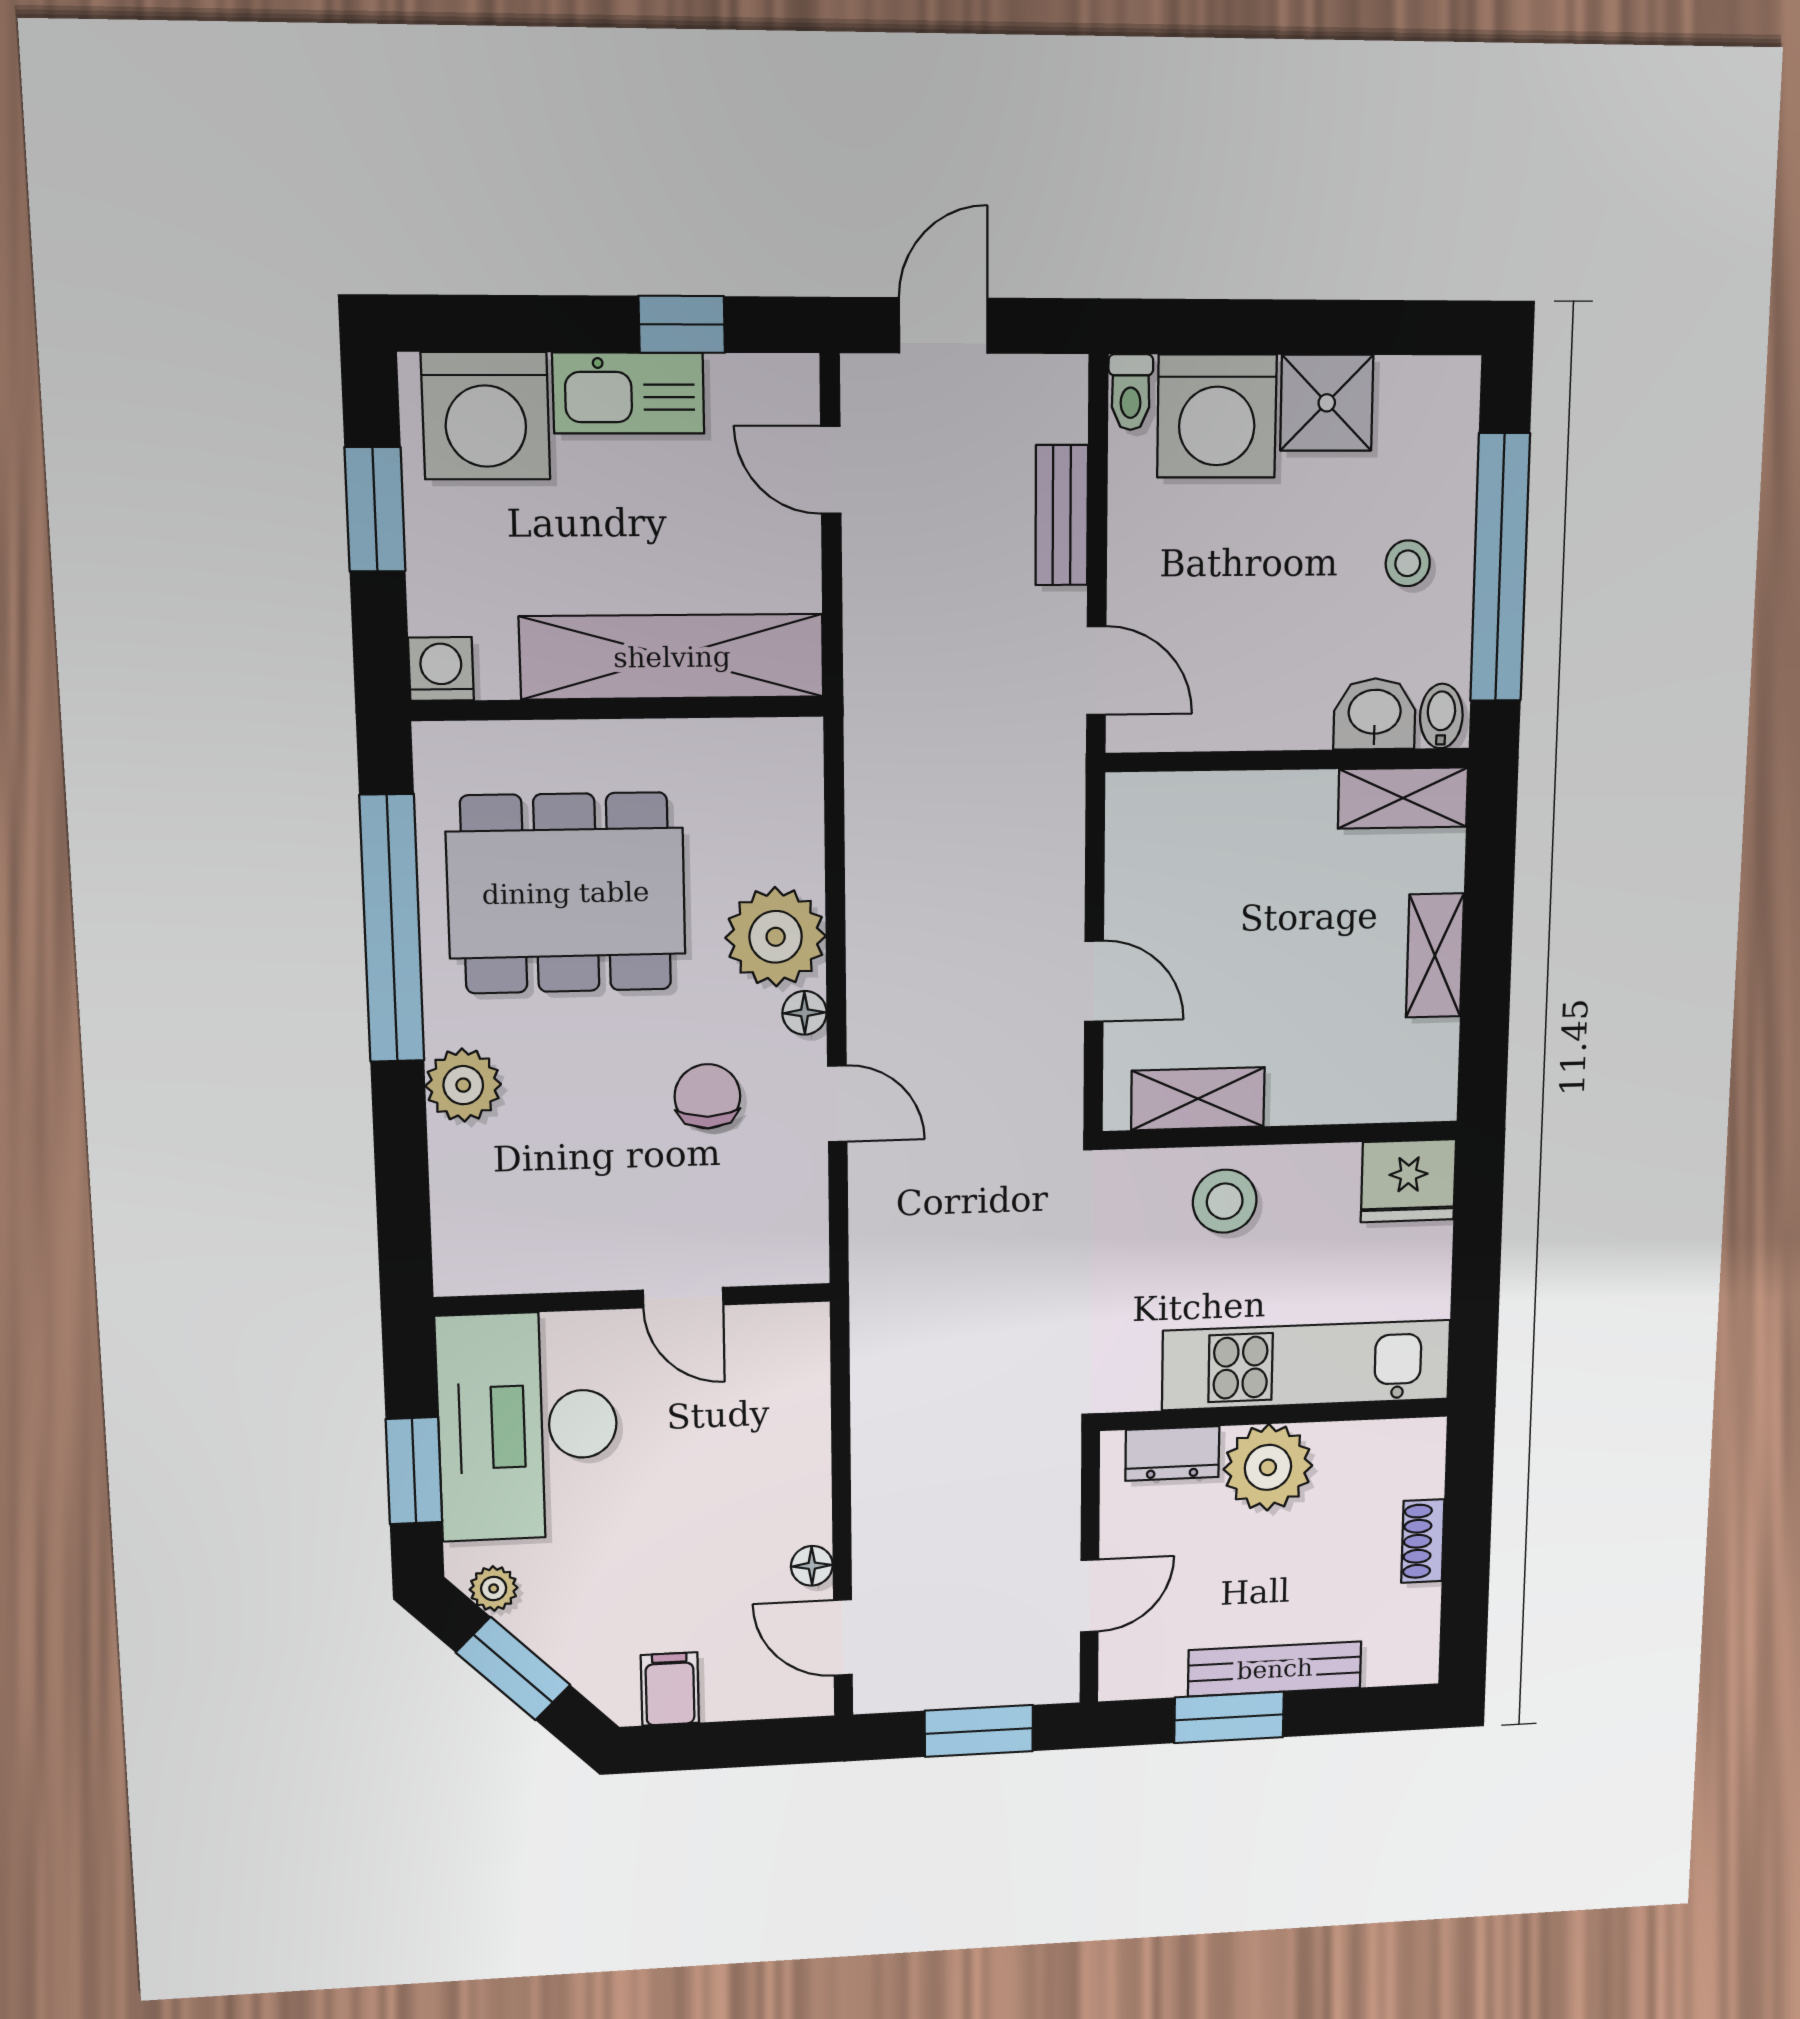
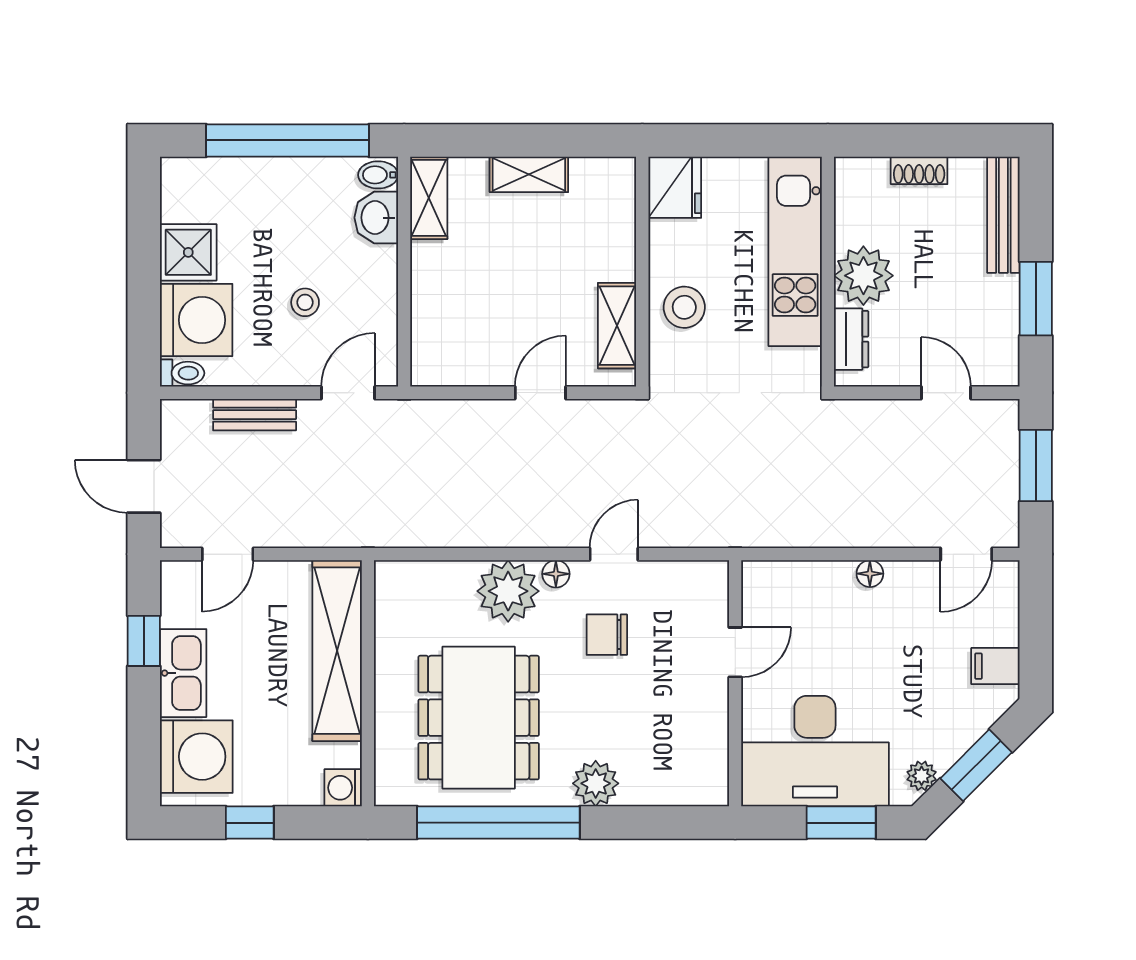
window: (375, 509) -> (250, 823), width x0.67
stool: (1408, 563) -> (305, 302), moved
floor lamp: (812, 1566) -> (870, 574), moved
bench: (1275, 1669) -> (1003, 215), moved

